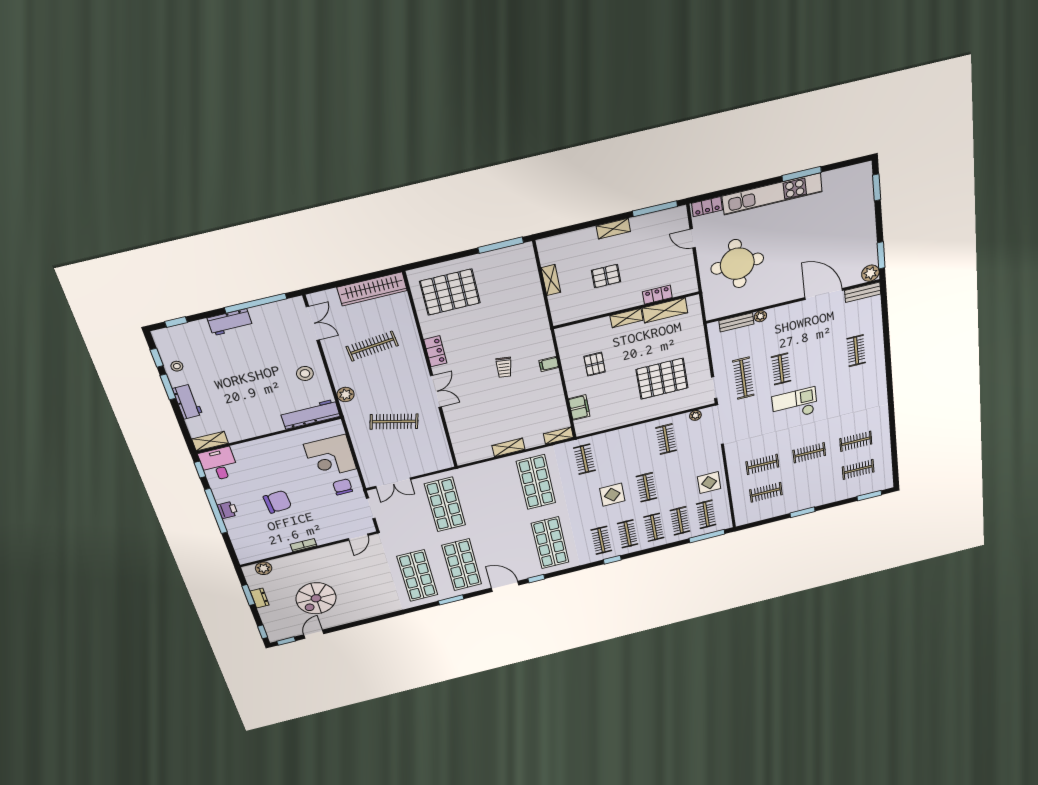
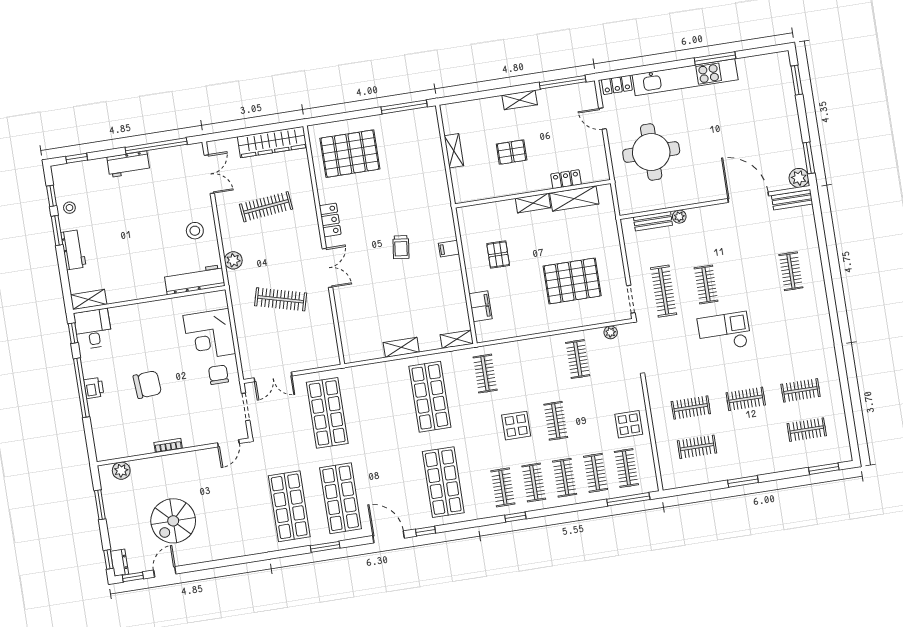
dresser: (260, 598) -> (120, 563), moved

